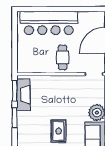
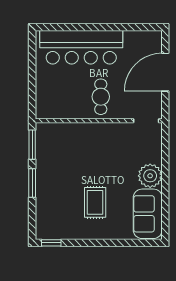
fireplace: (23, 95) -> (45, 150), removed

